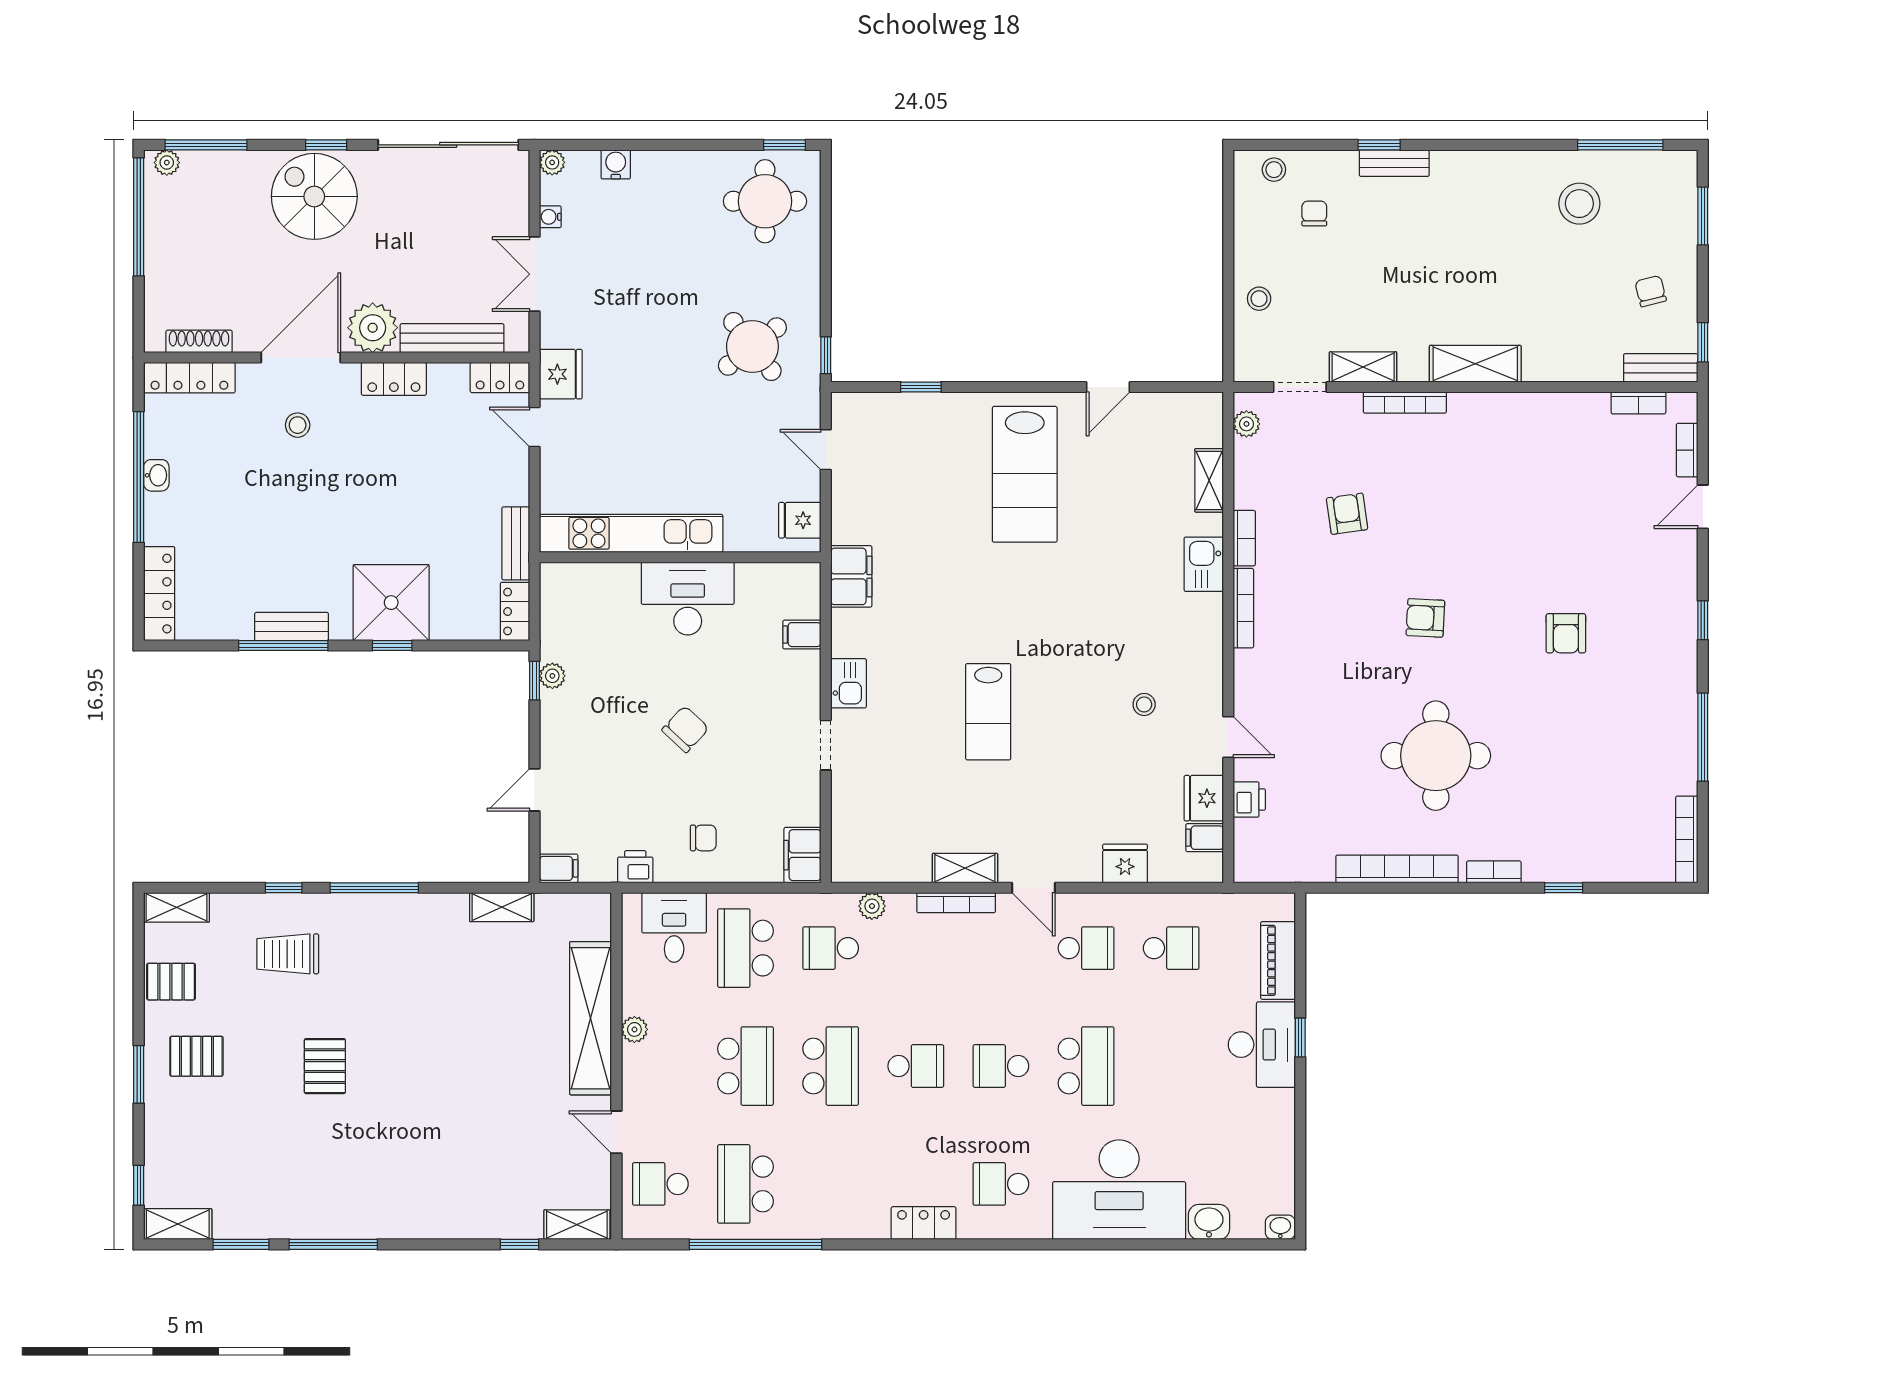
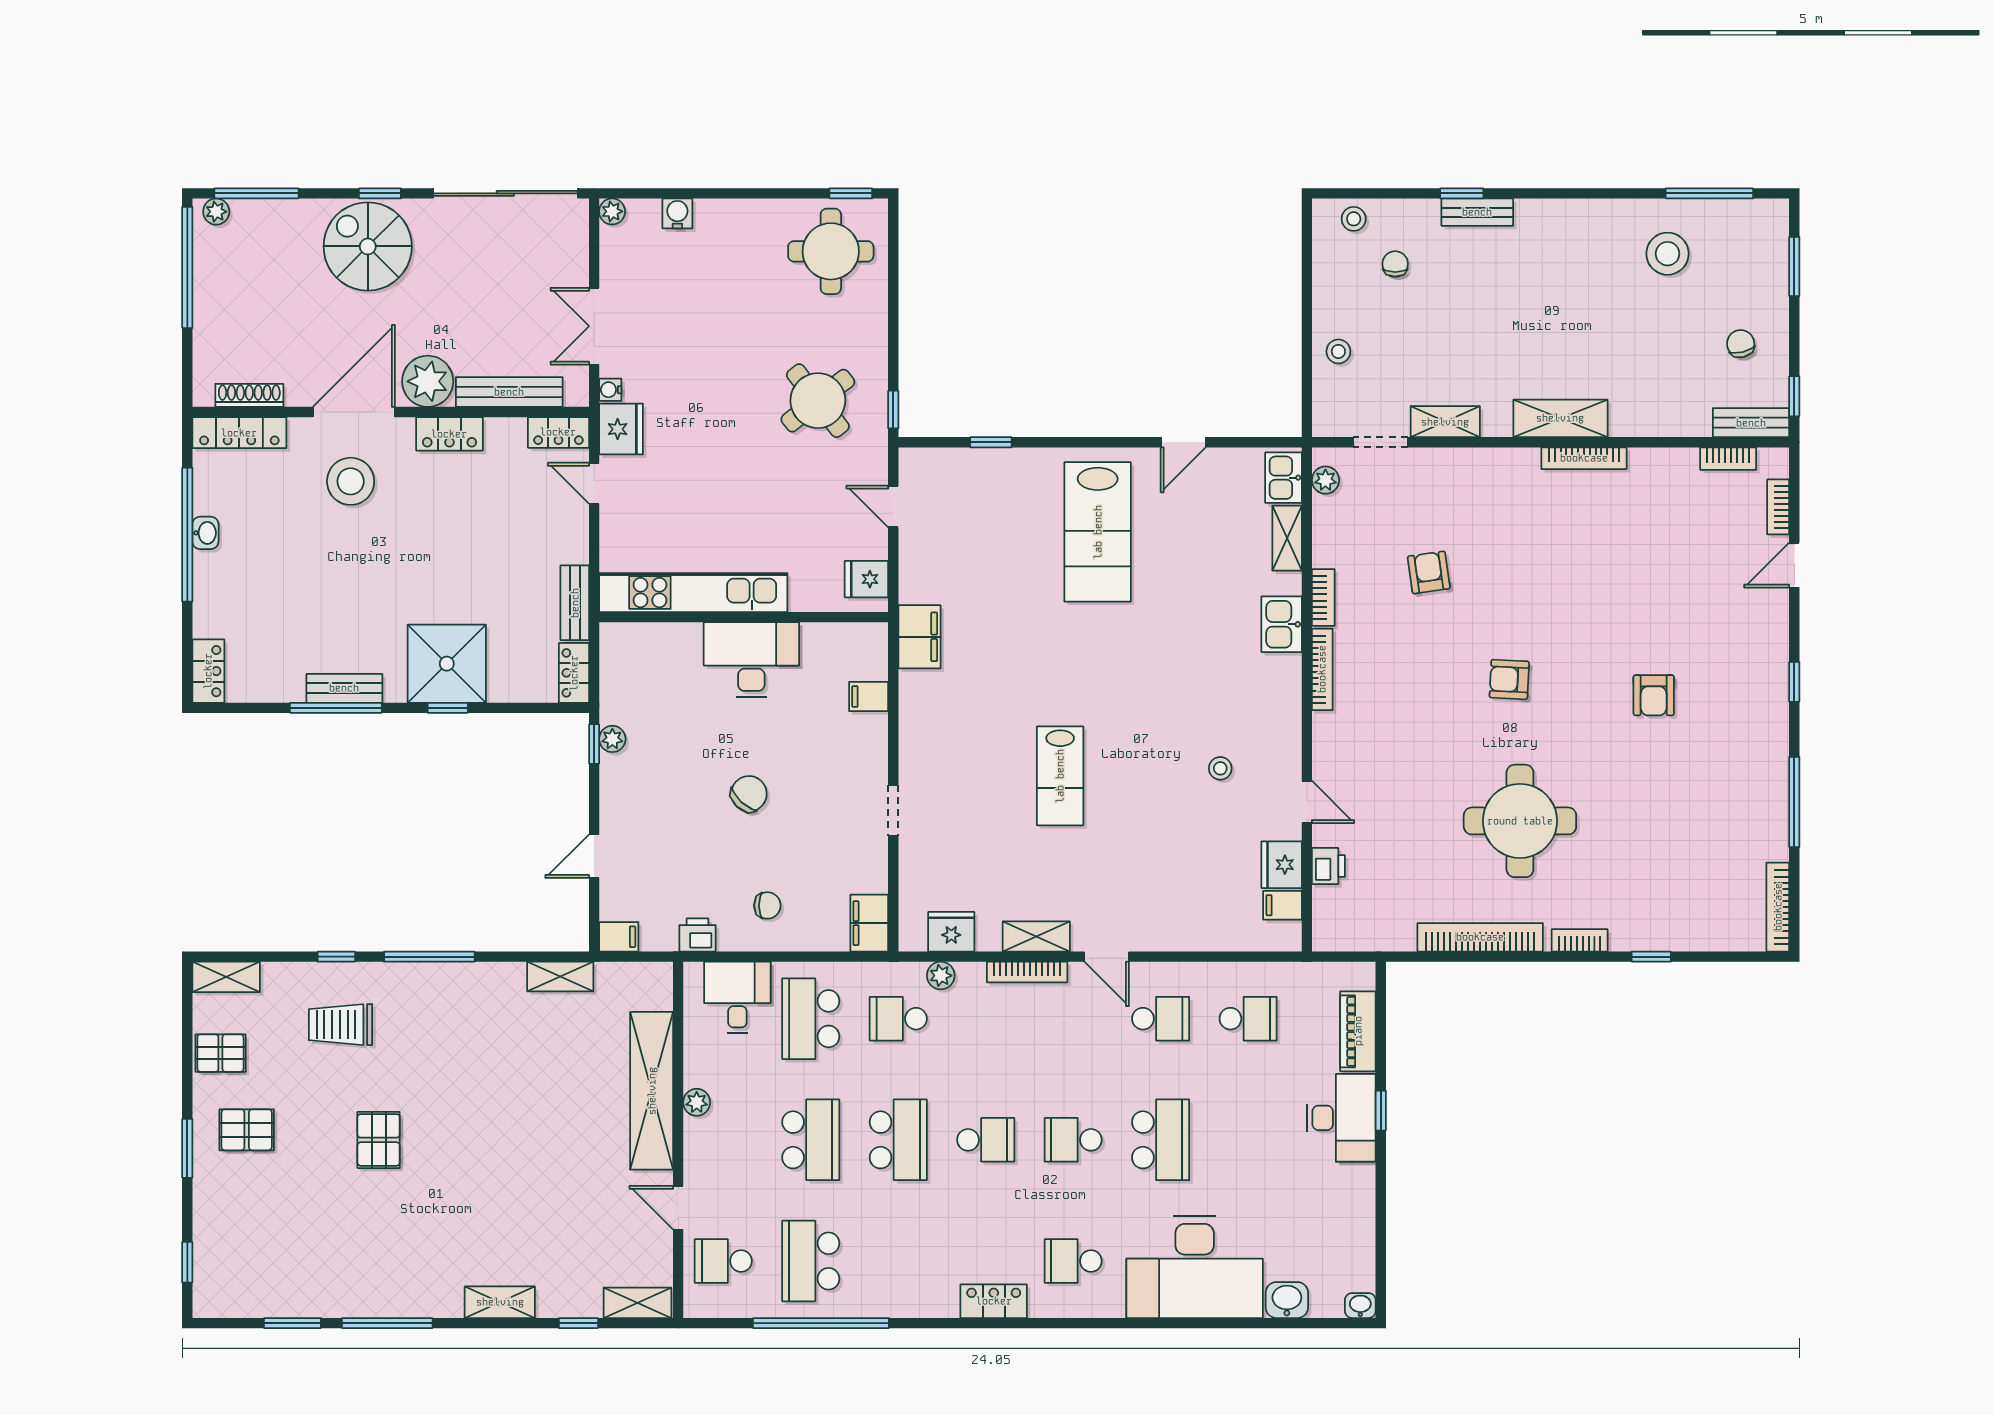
water cooler: (550, 217) -> (610, 390), moved
bookcase: (1405, 403) -> (1584, 458), moved
stool: (298, 425) -> (351, 481), width x1.89, depth x1.89
locker: (159, 594) -> (208, 671), width x0.66
kitchen sink: (849, 683) -> (1283, 478), moved, turned 180
fridge: (1125, 863) -> (951, 932), moved
shelving: (178, 1224) -> (500, 1302), moved

